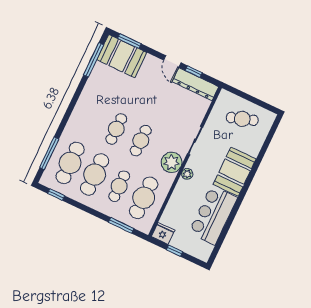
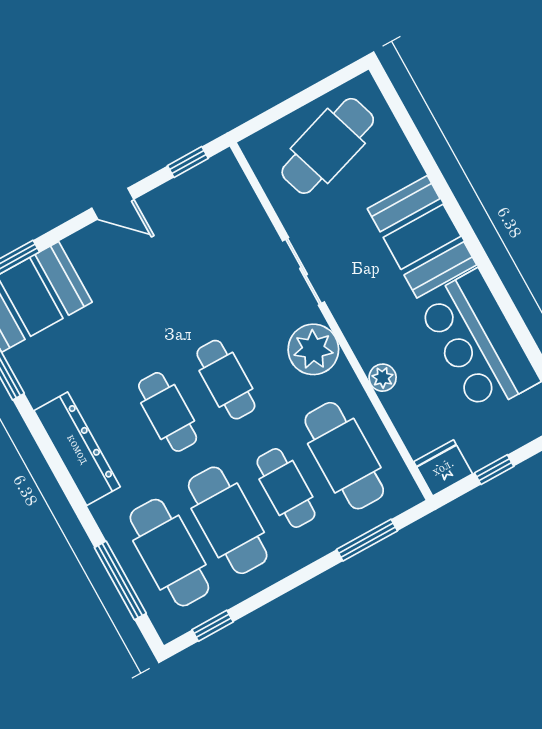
window: (194, 72) -> (188, 162), moved
dresser: (195, 84) -> (77, 449), moved, turned -90
cafe table: (242, 119) -> (328, 146), width x1.37, depth x1.35
plant: (187, 174) -> (383, 378), moved

